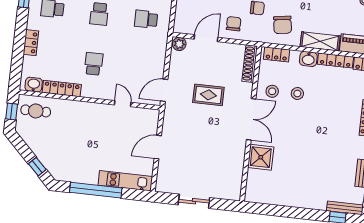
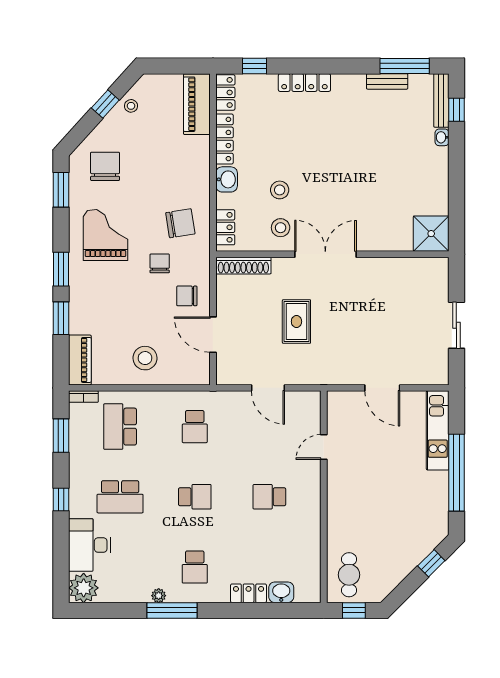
shelving: (320, 41) -> (199, 165), removed
plant: (179, 44) -> (226, 373), removed
washbasin: (34, 85) -> (281, 592), moved, turned 90
locker: (62, 89) -> (311, 540), removed
door: (164, 90) -> (268, 388), moved
shower: (261, 157) -> (431, 234), moved
washbasin: (320, 206) -> (442, 137), added

